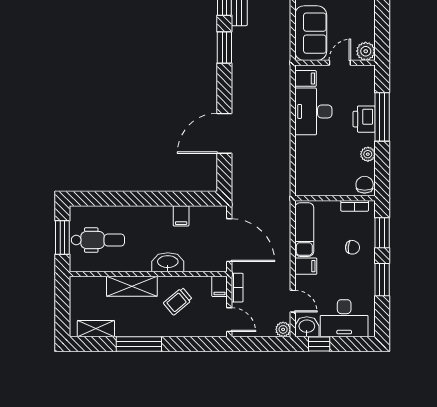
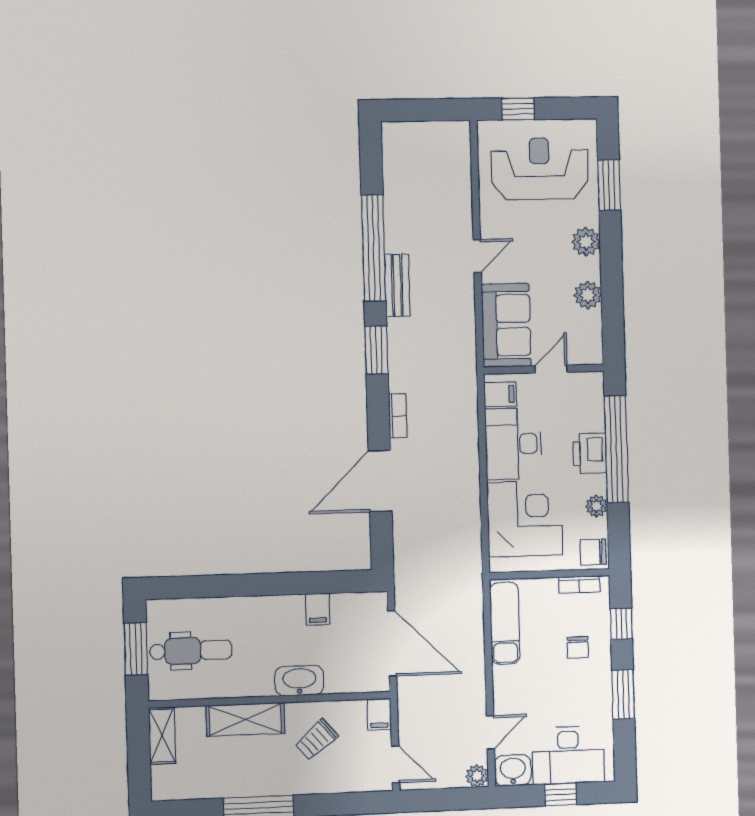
plant: (366, 51) -> (588, 295), moved
window: (382, 117) -> (616, 449), width x1.46
corner desk: (319, 161) -> (525, 519), added
chair: (365, 185) -> (593, 552), turned -90
window: (382, 233) -> (621, 624), width x0.67
chair: (352, 247) -> (578, 647), turned 85
filing cabinet: (306, 266) -> (509, 679), removed
bookcase: (237, 288) -> (398, 416), moved
door: (293, 301) -> (490, 732), hinge flipped
shelving: (96, 329) -> (162, 736), moved, turned 90
window: (319, 344) -> (561, 794), moved

